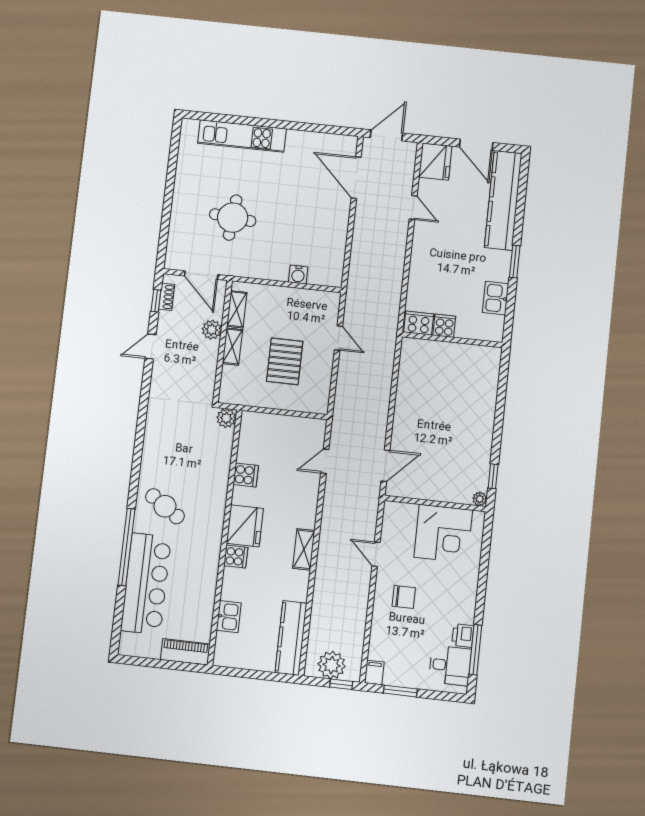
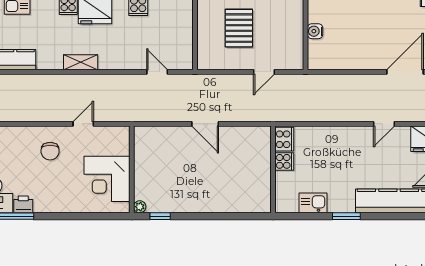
pallet: (285, 361) -> (239, 28), turned 90
door: (385, 466) -> (205, 124), moved

